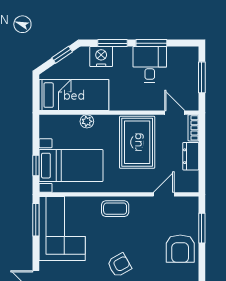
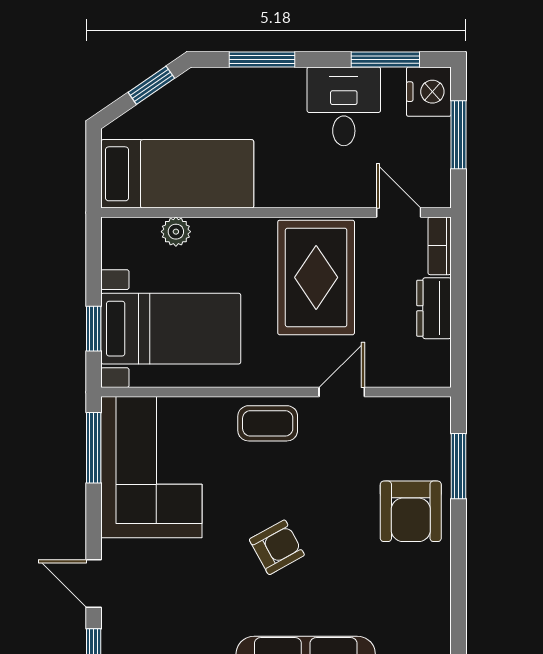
window: (151, 43) -> (385, 59), moved
nightstand: (101, 57) -> (429, 92), moved, turned 90
plant: (87, 121) -> (176, 232), moved
door: (164, 194) -> (342, 392), moved

